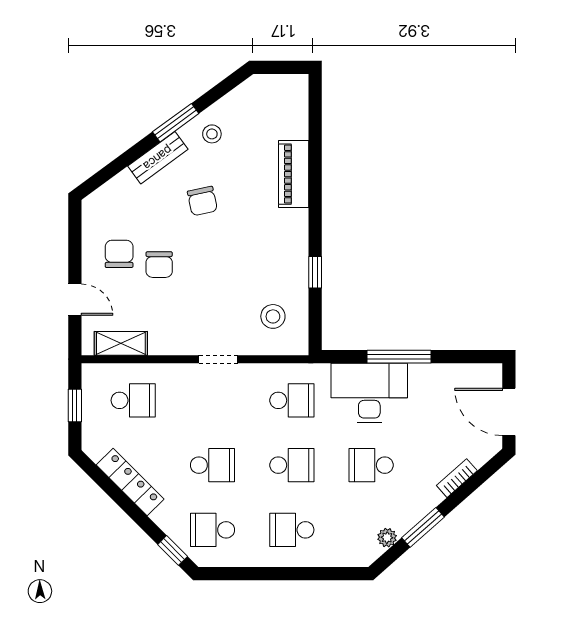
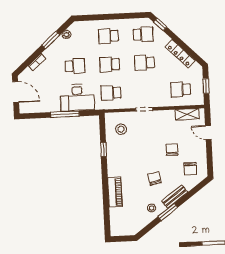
chair: (119, 254) -> (190, 169), moved
school desk: (292, 530) -> (108, 36), turned 180

